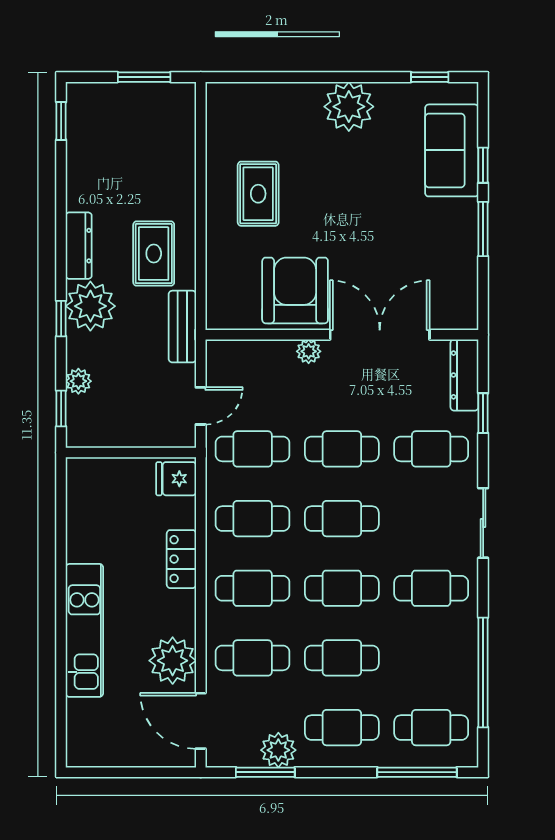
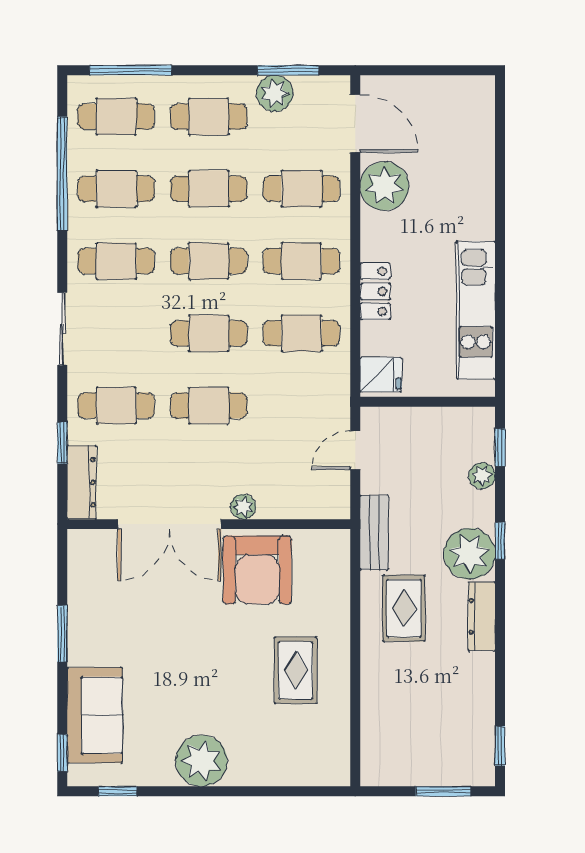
window: (144, 77) -> (443, 791), moved
window: (483, 165) -> (62, 753), moved
cafe table: (253, 449) -> (116, 189), moved
kitchen unit: (84, 630) -> (476, 310), moved

